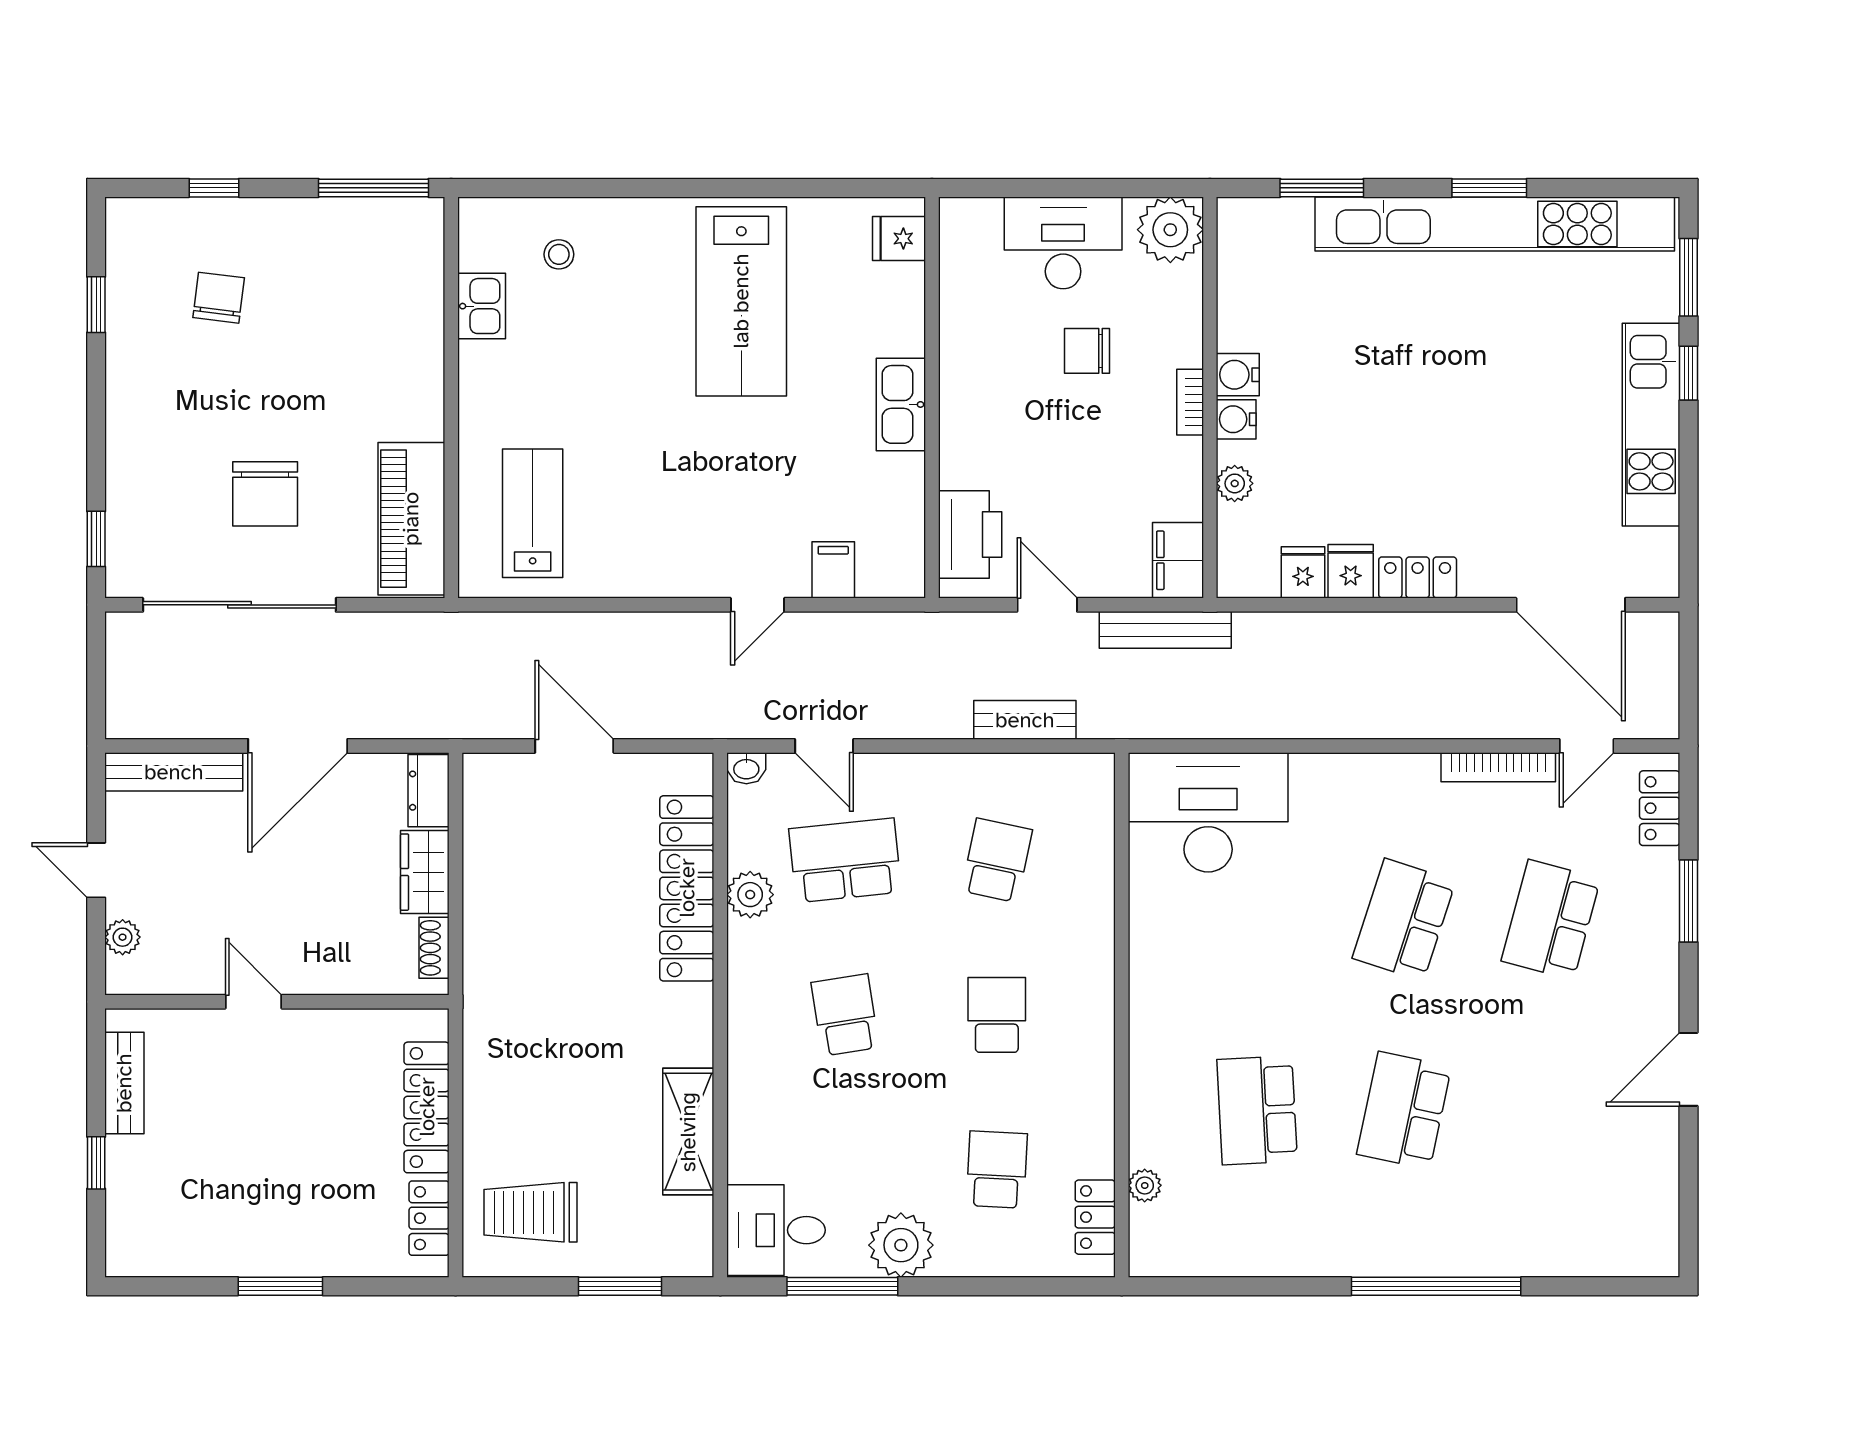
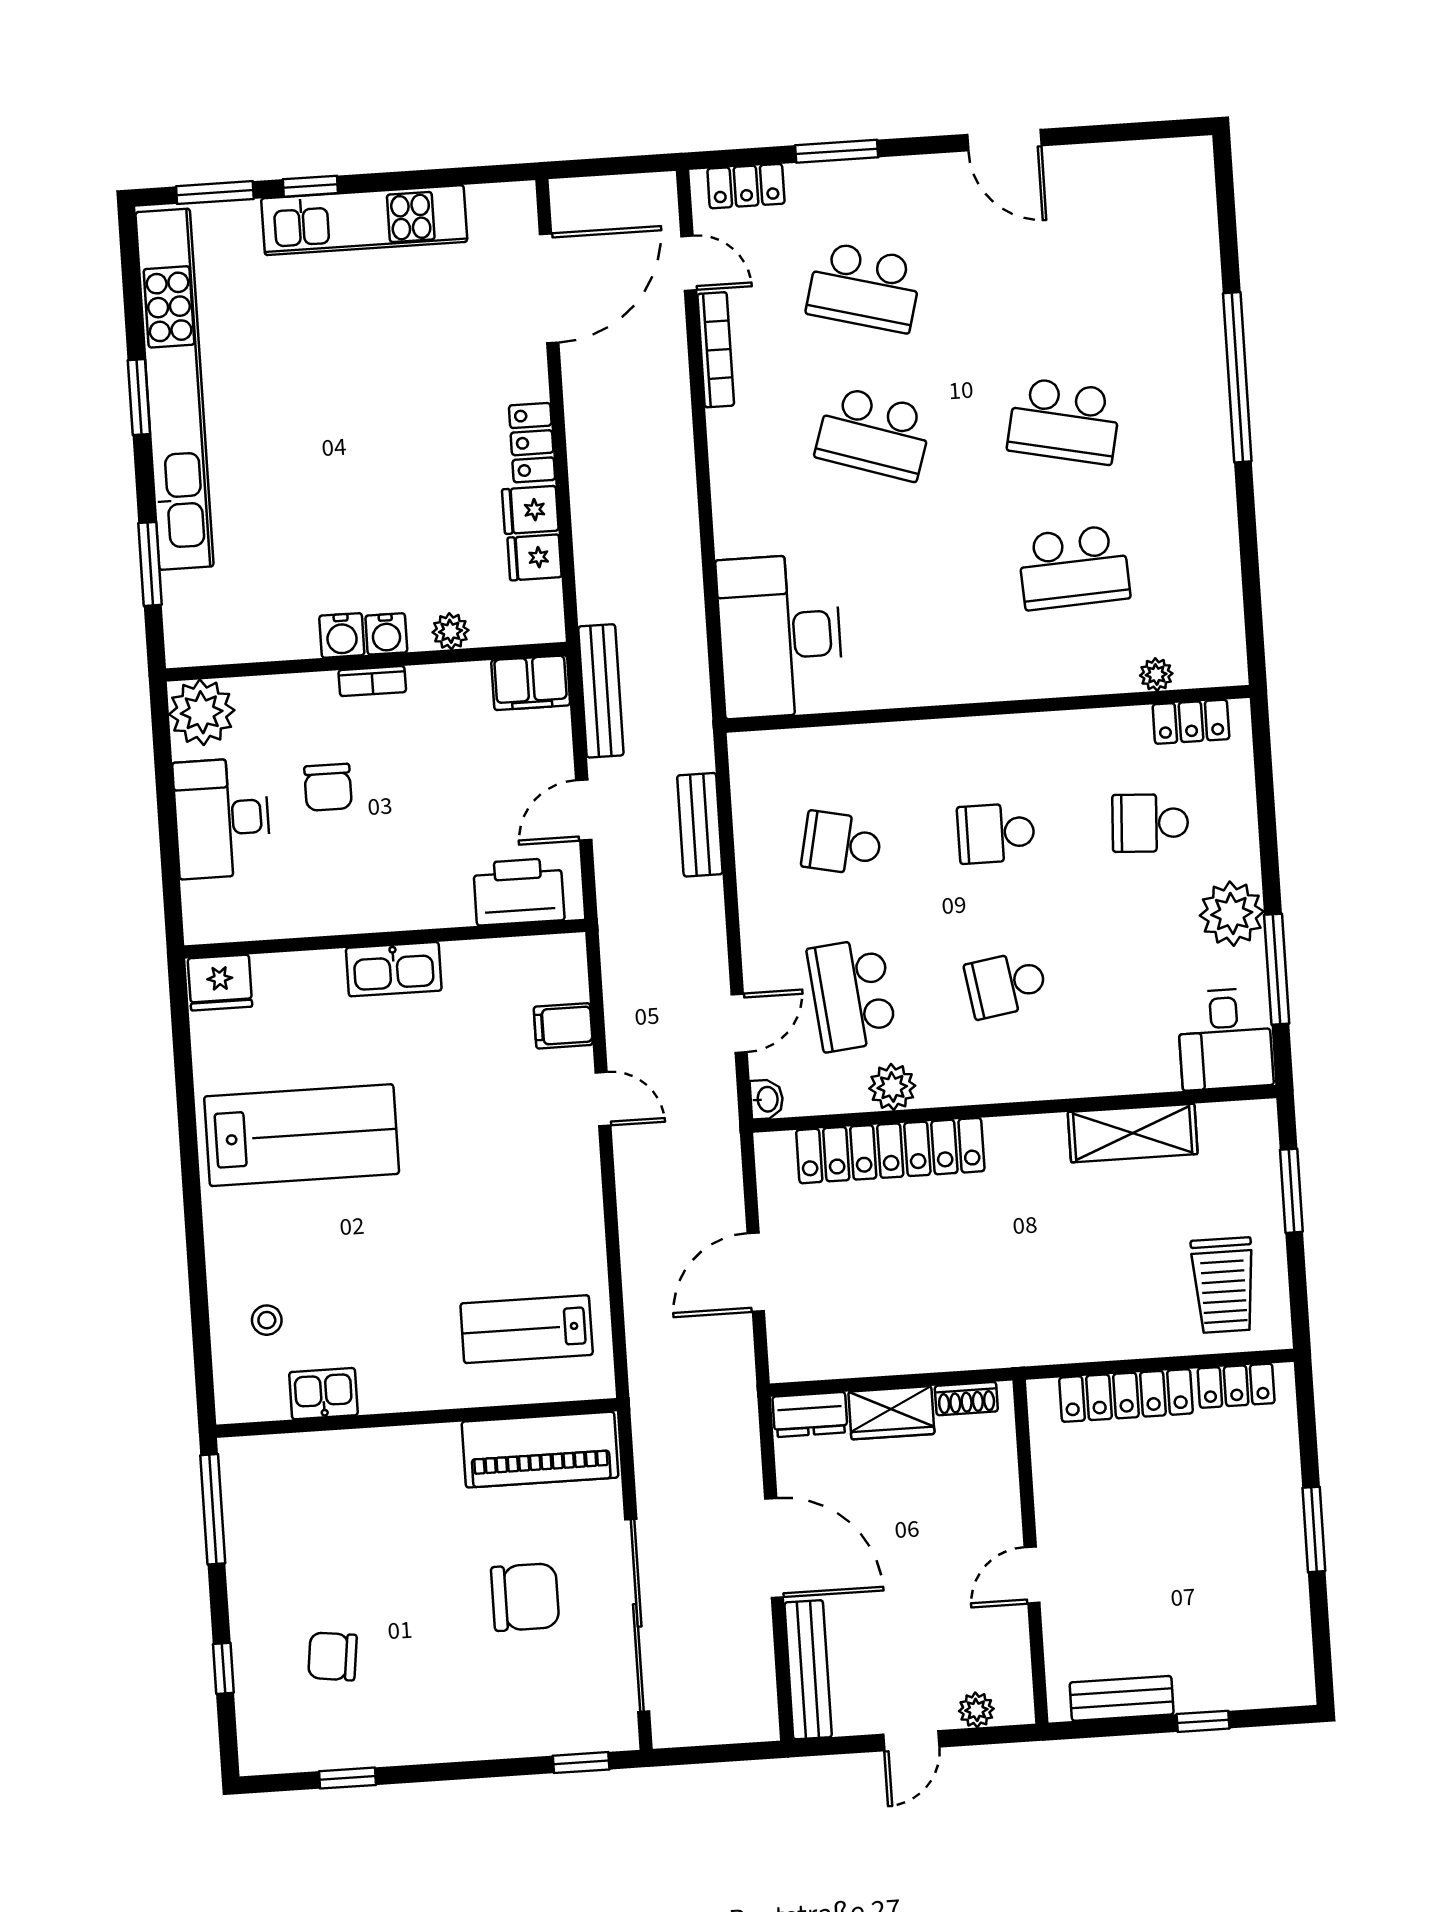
fridge: (899, 239) -> (220, 983), width x1.38

